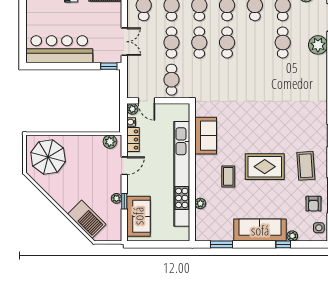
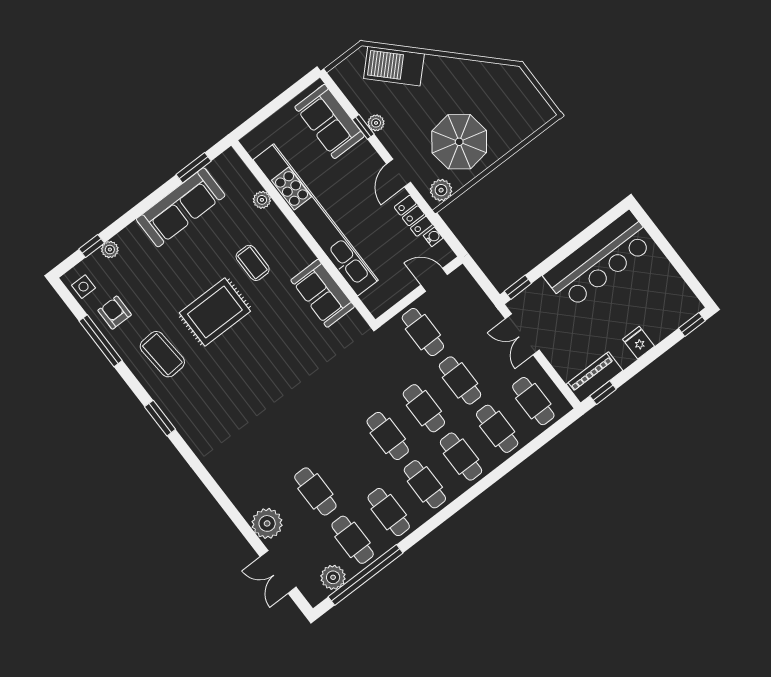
plant: (132, 109) -> (445, 255), removed
parasol: (48, 157) -> (459, 142), moved
sofa: (260, 230) -> (181, 207), moved
window: (283, 244) -> (92, 246), moved

